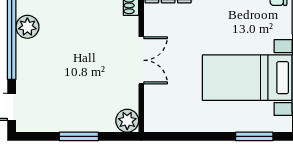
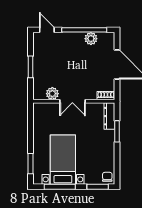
plant: (127, 121) -> (52, 94), moved

